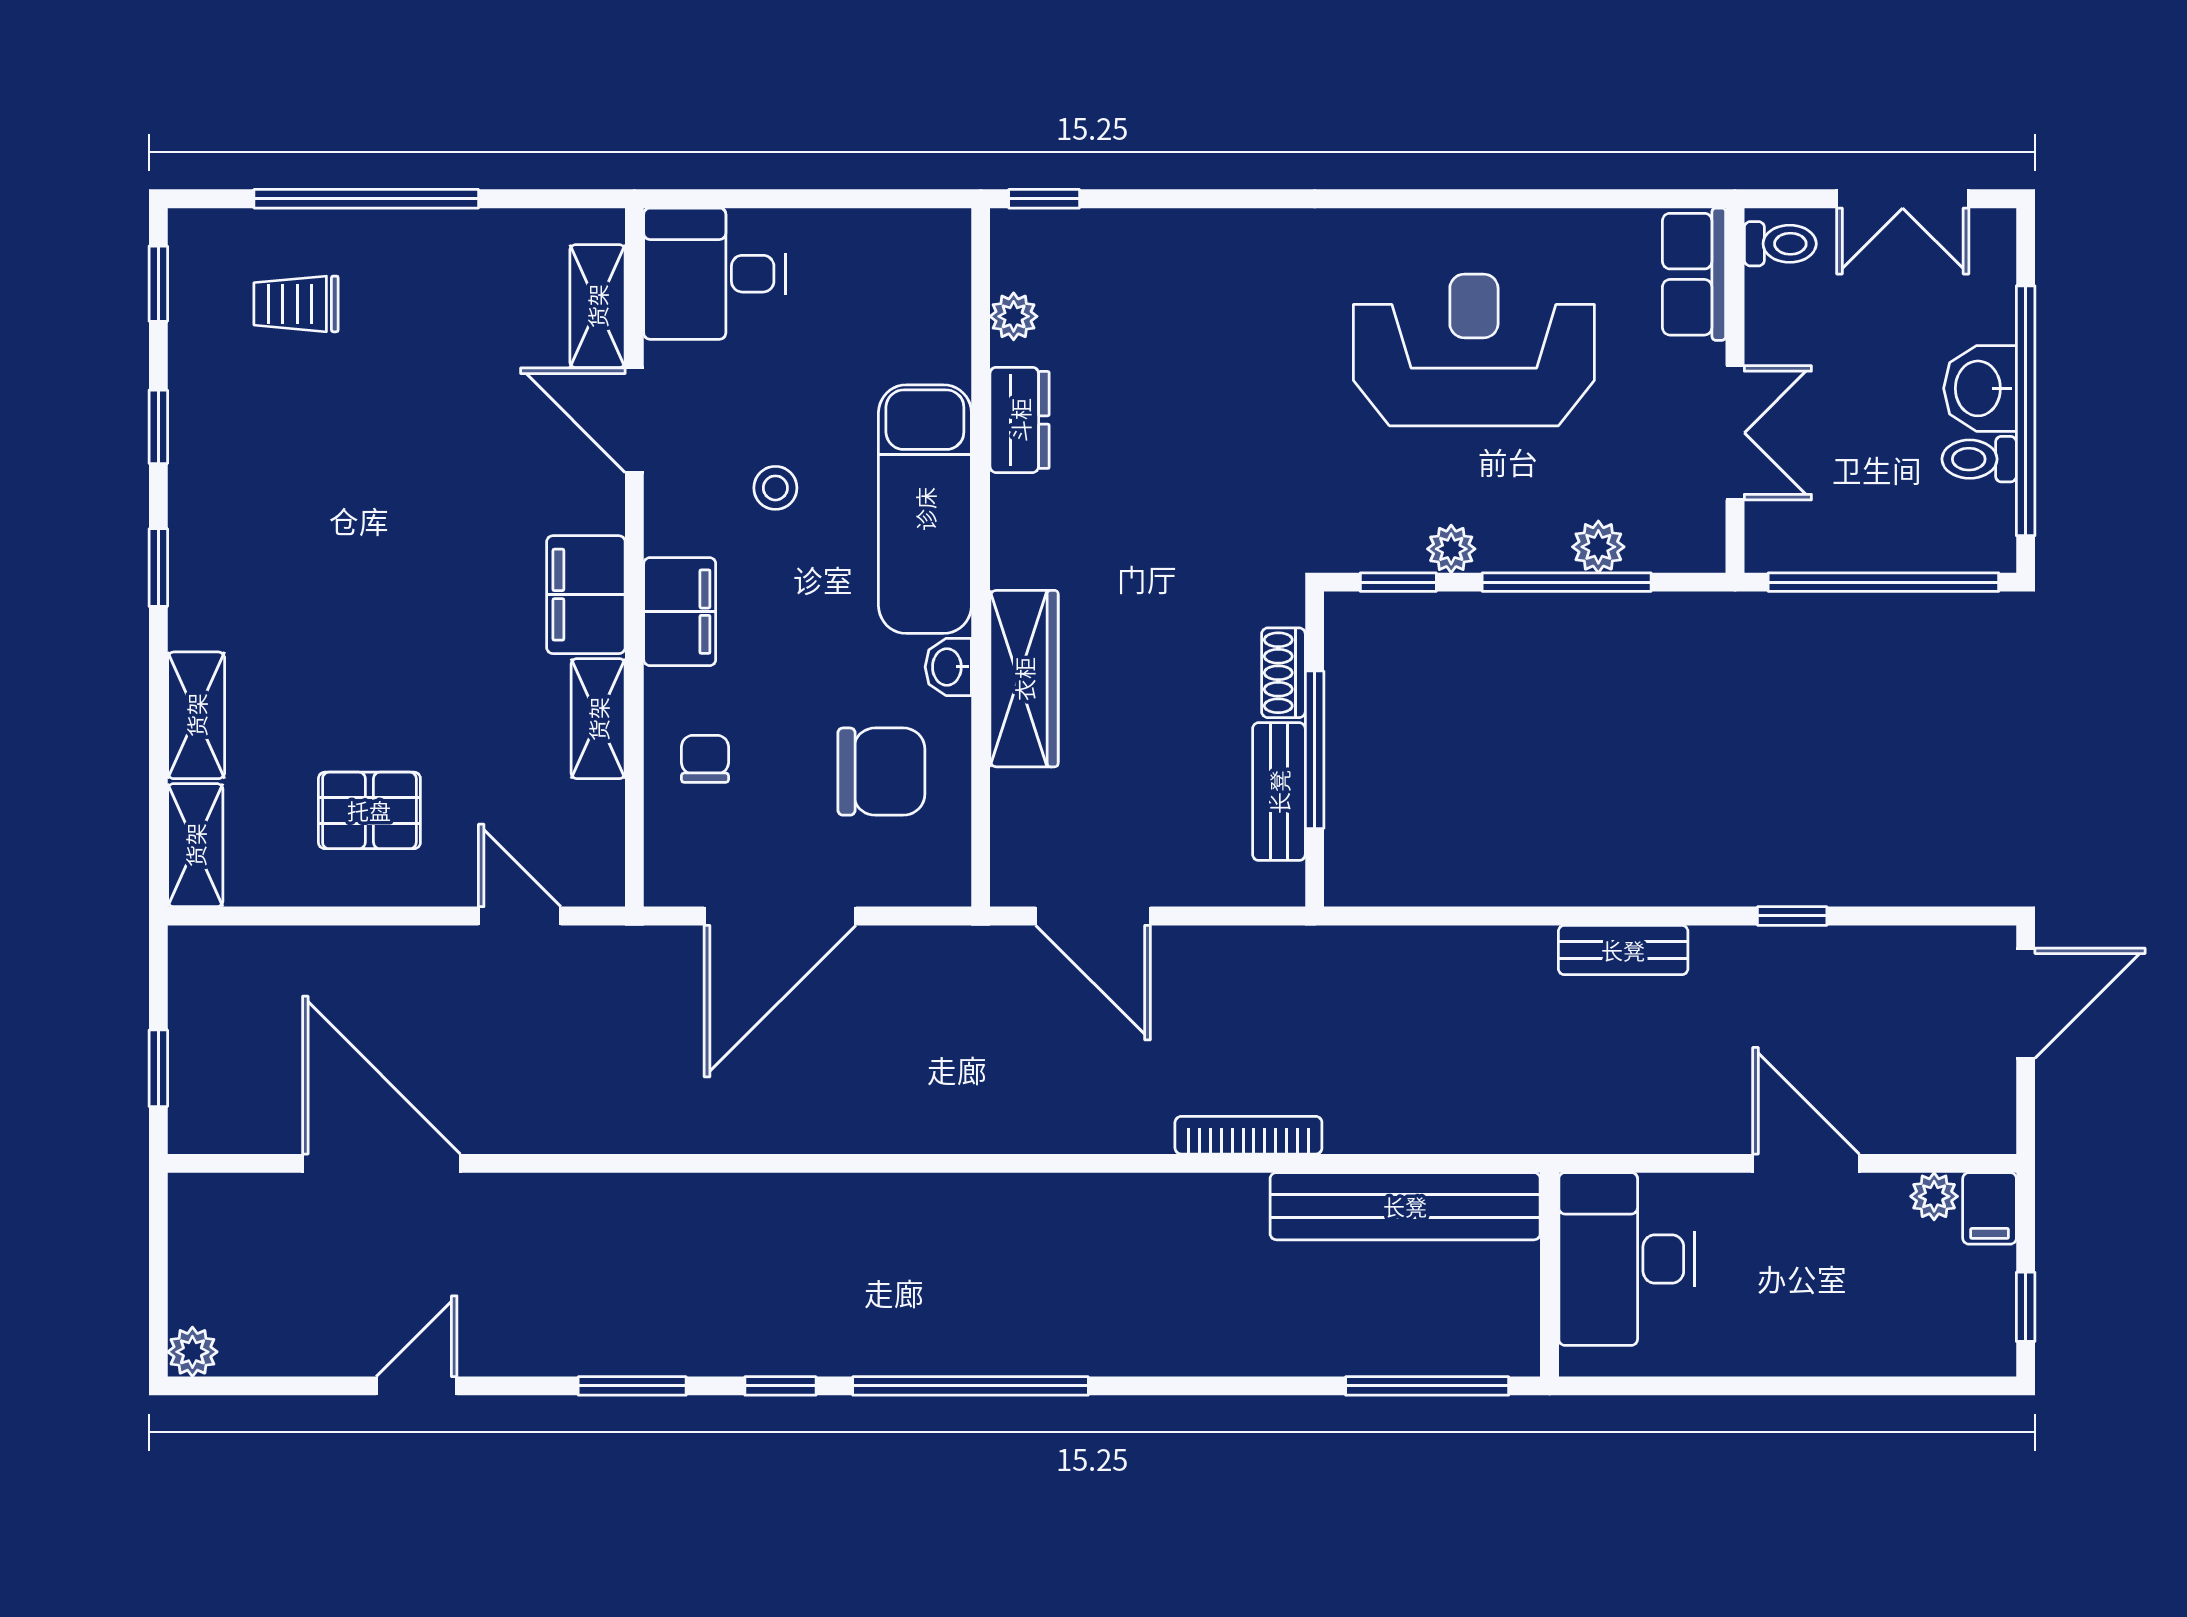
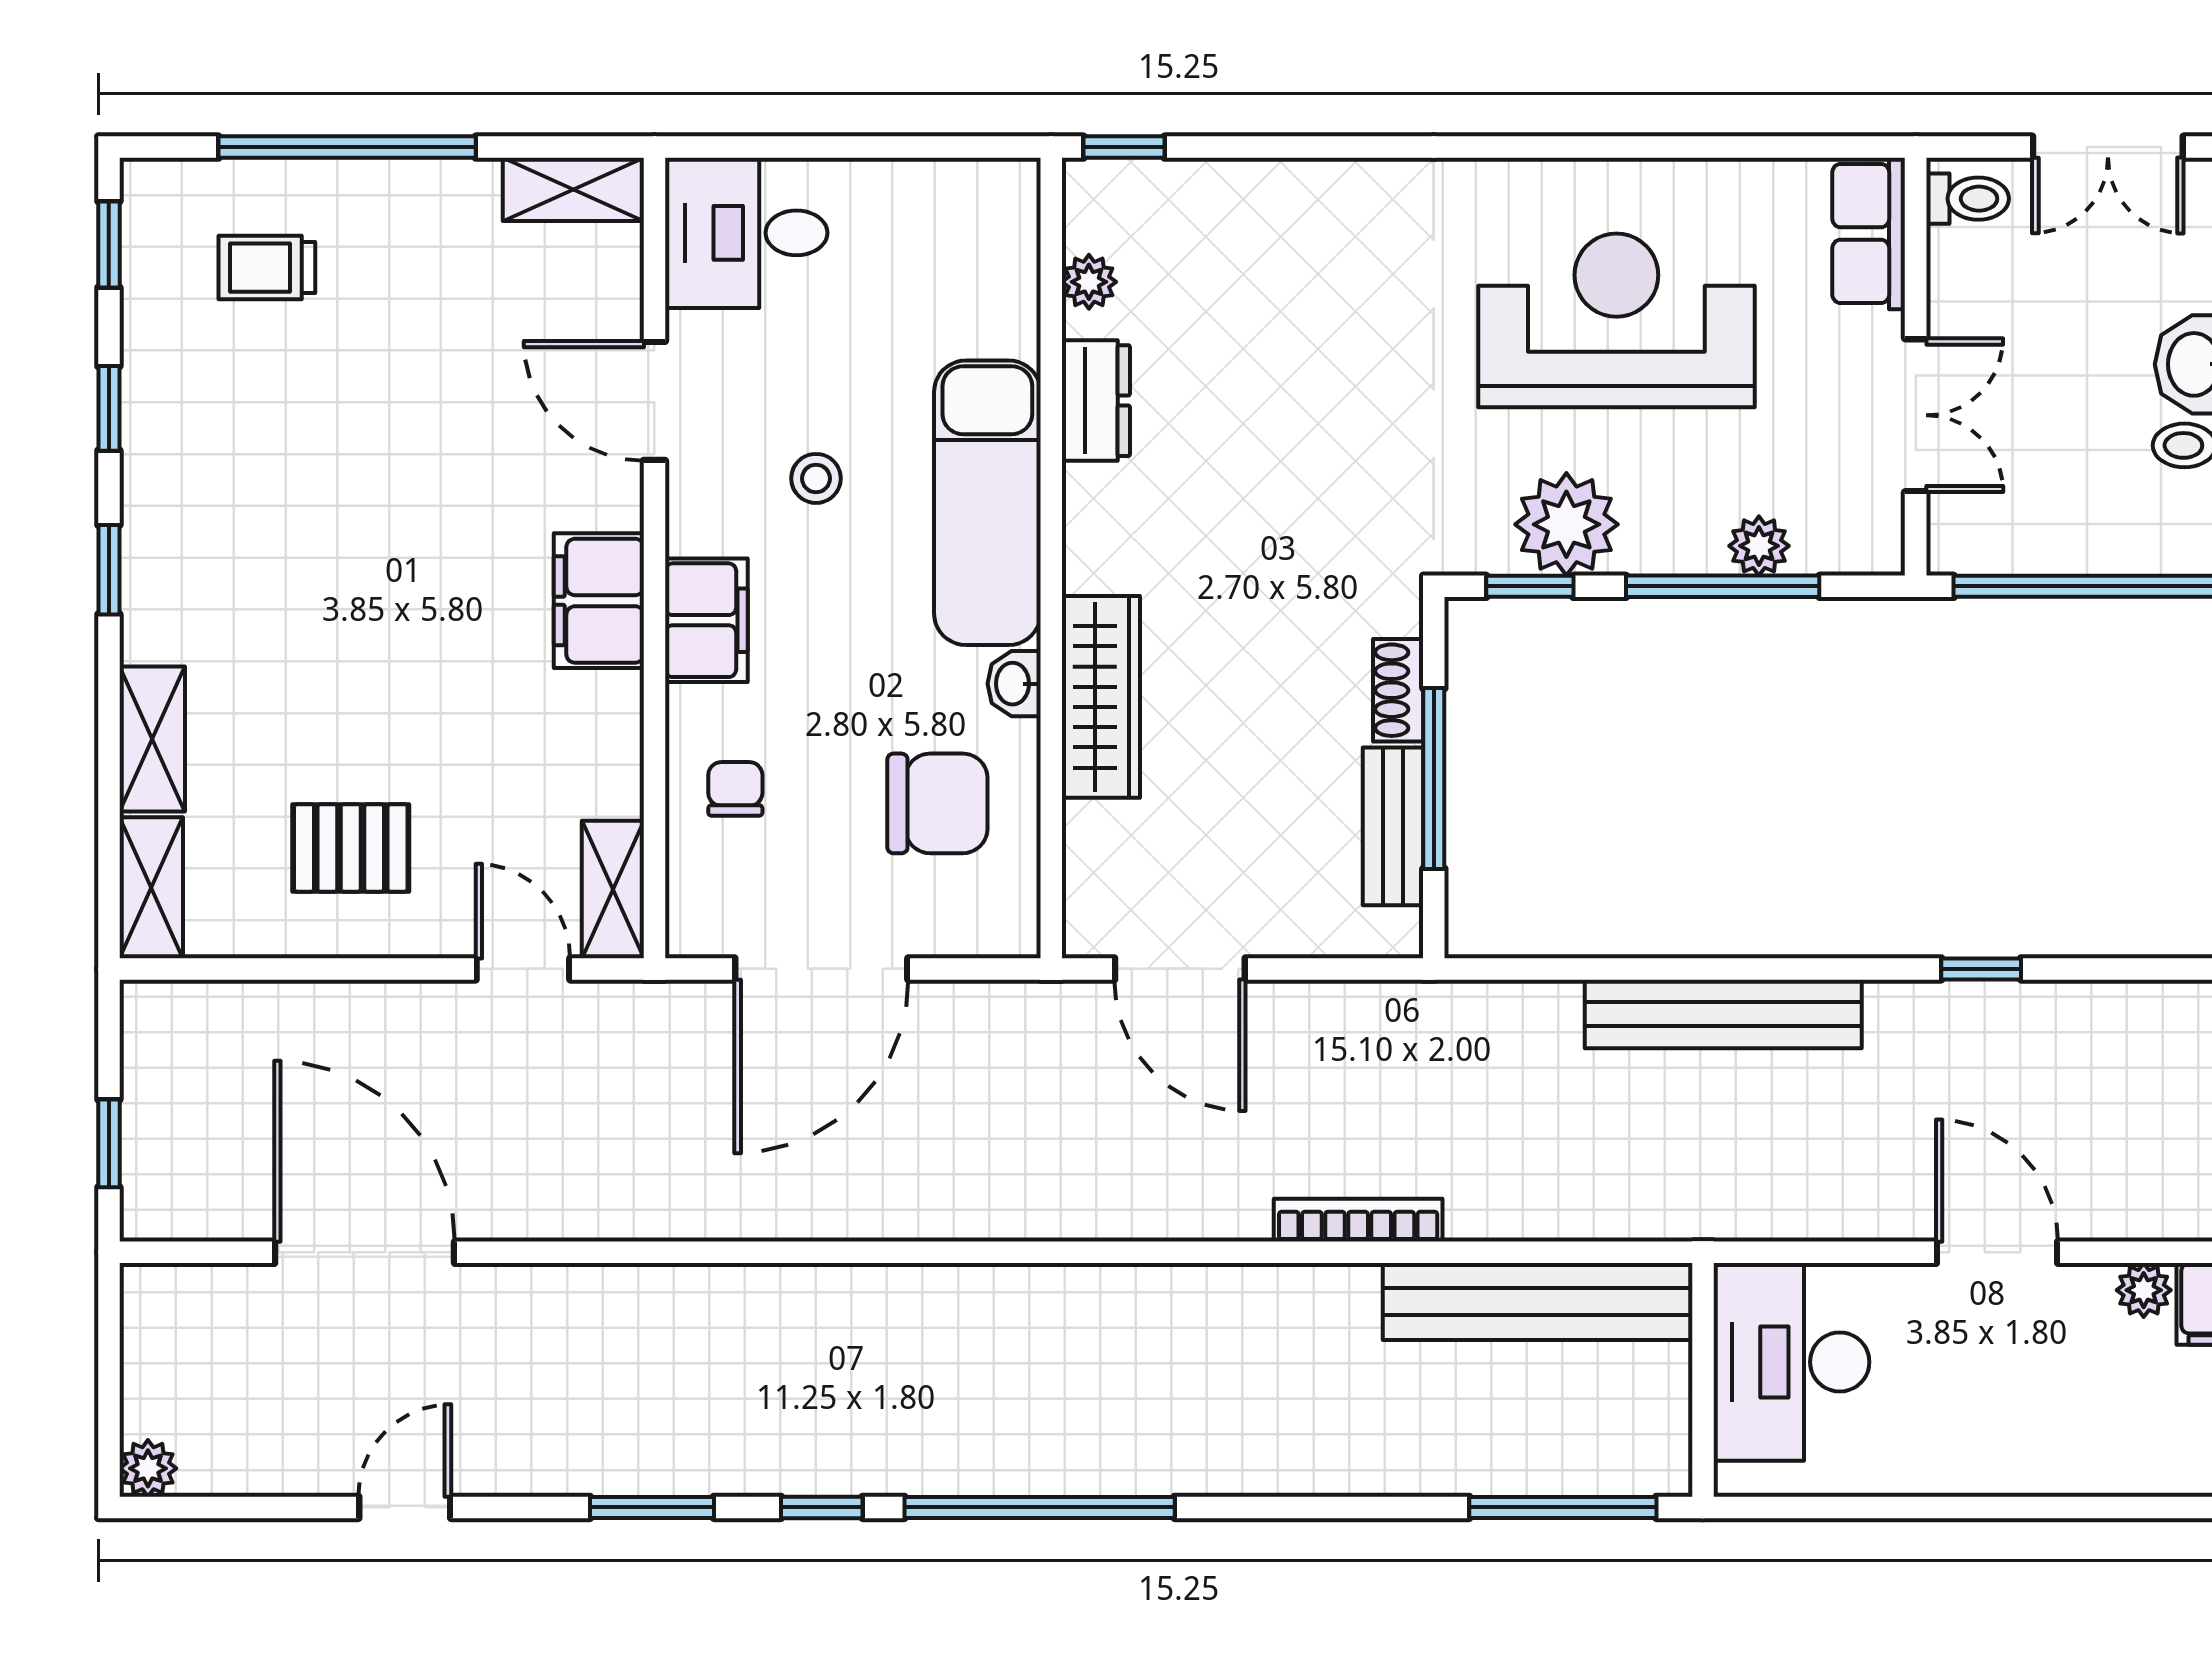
shelving: (597, 306) -> (573, 189), moved, turned 90
plant: (1451, 549) -> (1566, 524), width x1.88, depth x1.88
shelving: (598, 719) -> (613, 889), moved
bench: (1623, 950) -> (1723, 1014), width x1.86, depth x1.21

